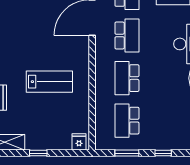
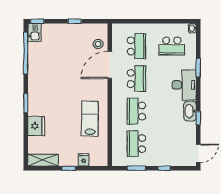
lab bench: (49, 82) -> (90, 118), moved, turned -90
fridge: (79, 142) -> (84, 160), moved

